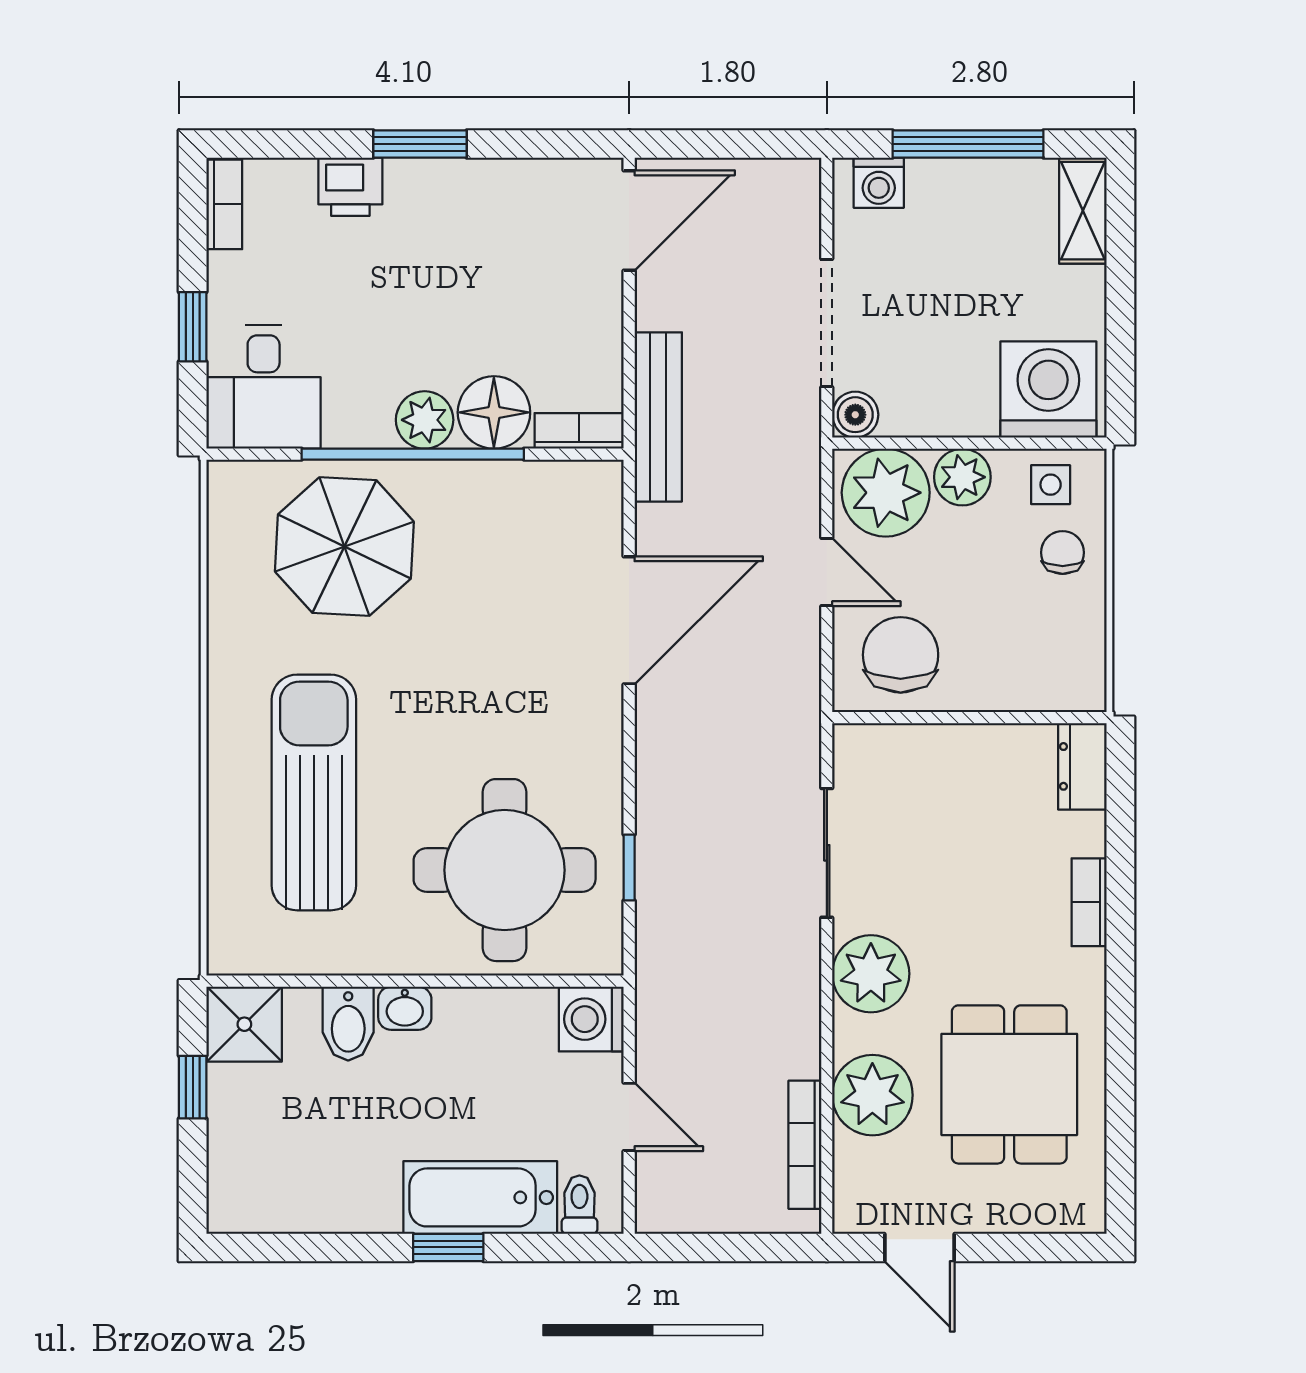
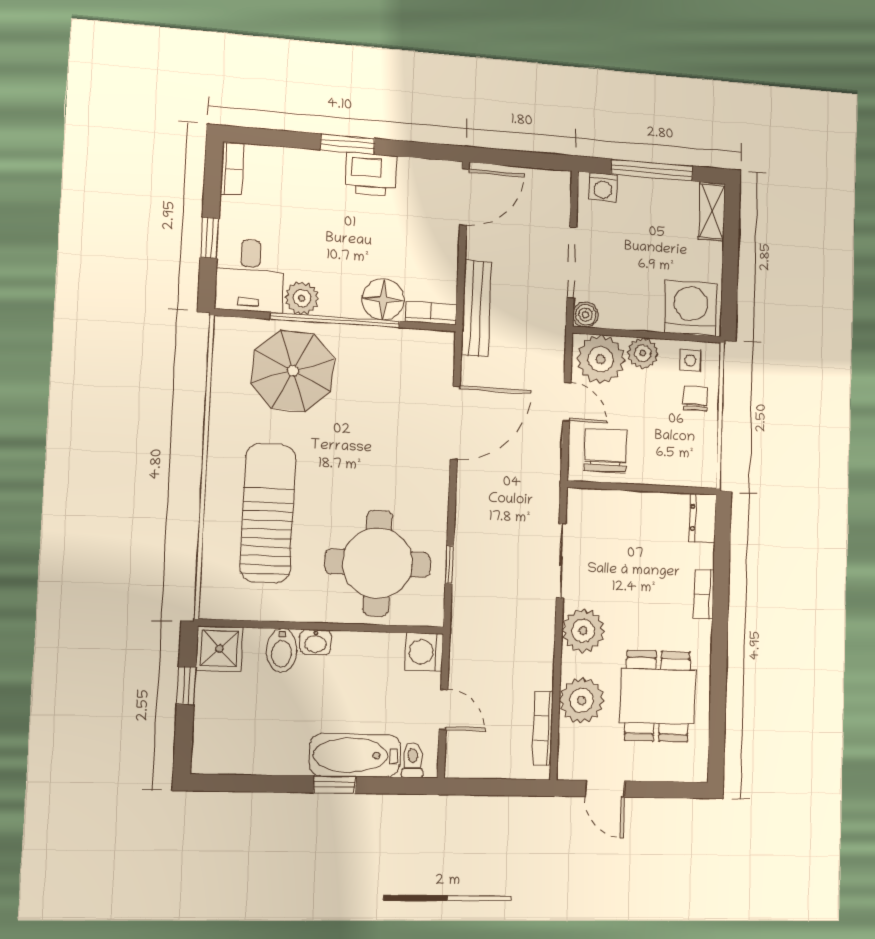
printer: (350, 187) -> (371, 174), moved, width x1.36, depth x1.24
plant: (425, 420) -> (302, 298), moved

